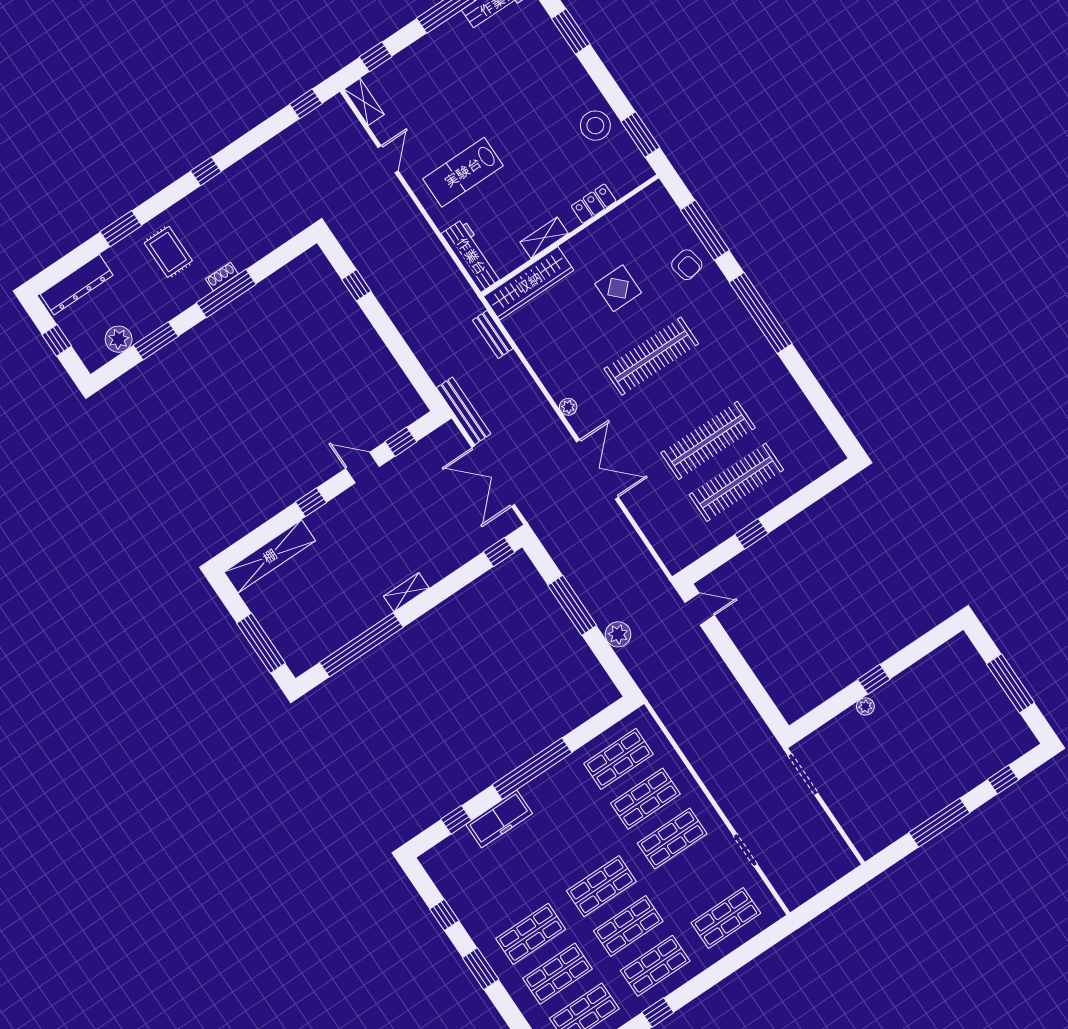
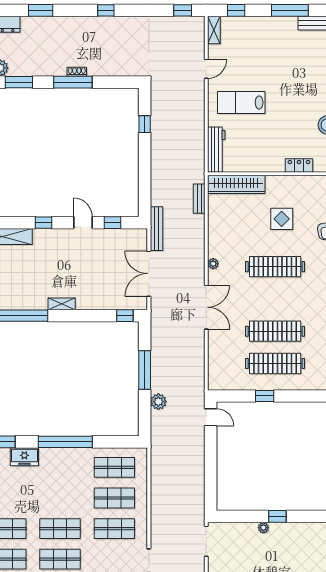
shelving: (544, 238) -> (261, 166), removed
rug: (168, 252) -> (57, 40), removed
freezer: (499, 819) -> (24, 457), width x0.71

